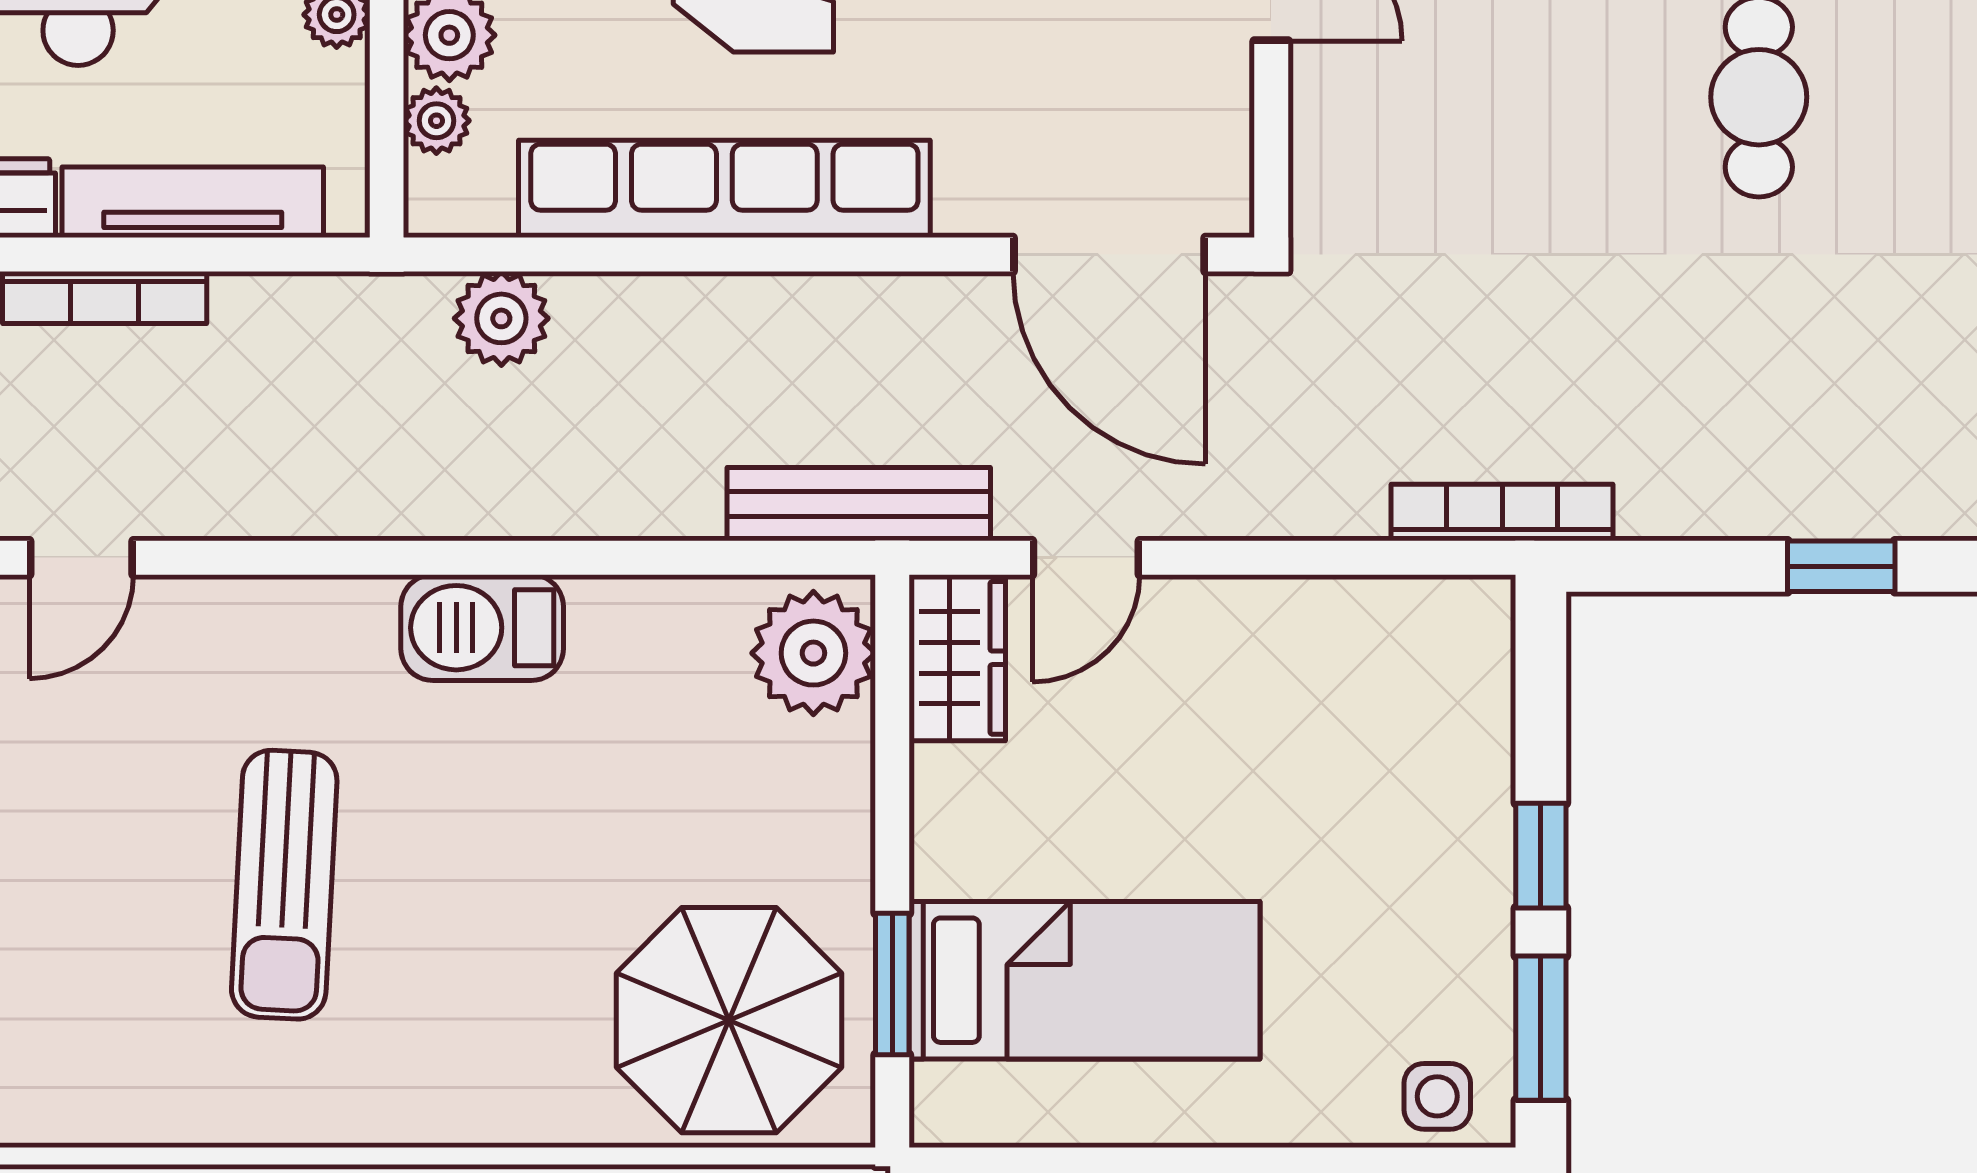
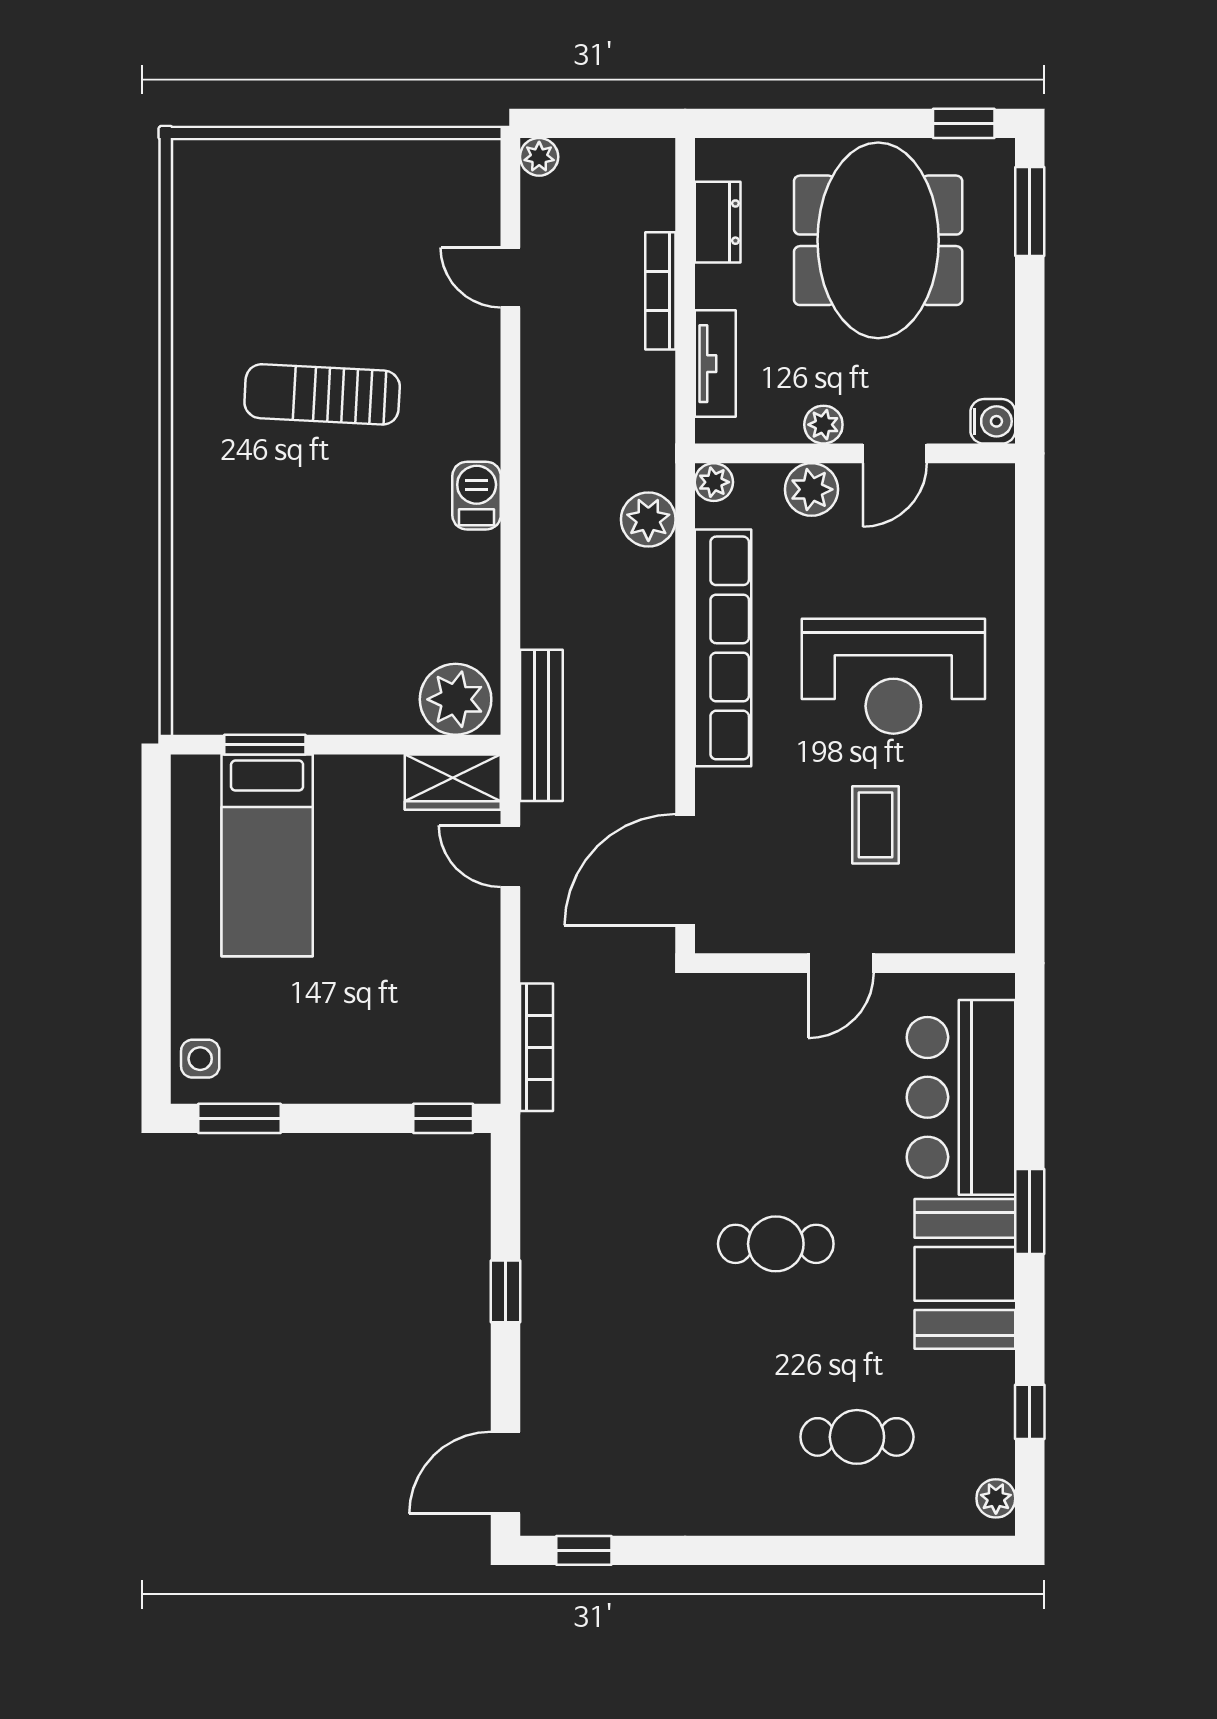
plant: (436, 121) -> (714, 482), moved
tv unit: (193, 202) -> (715, 364), width x0.71
bookcase: (1502, 513) -> (536, 1047), moved
barbecue: (482, 628) -> (477, 496), width x0.73, depth x0.79
window: (1541, 856) -> (443, 1118), moved
parasol: (729, 1020) -> (244, 651), removed

